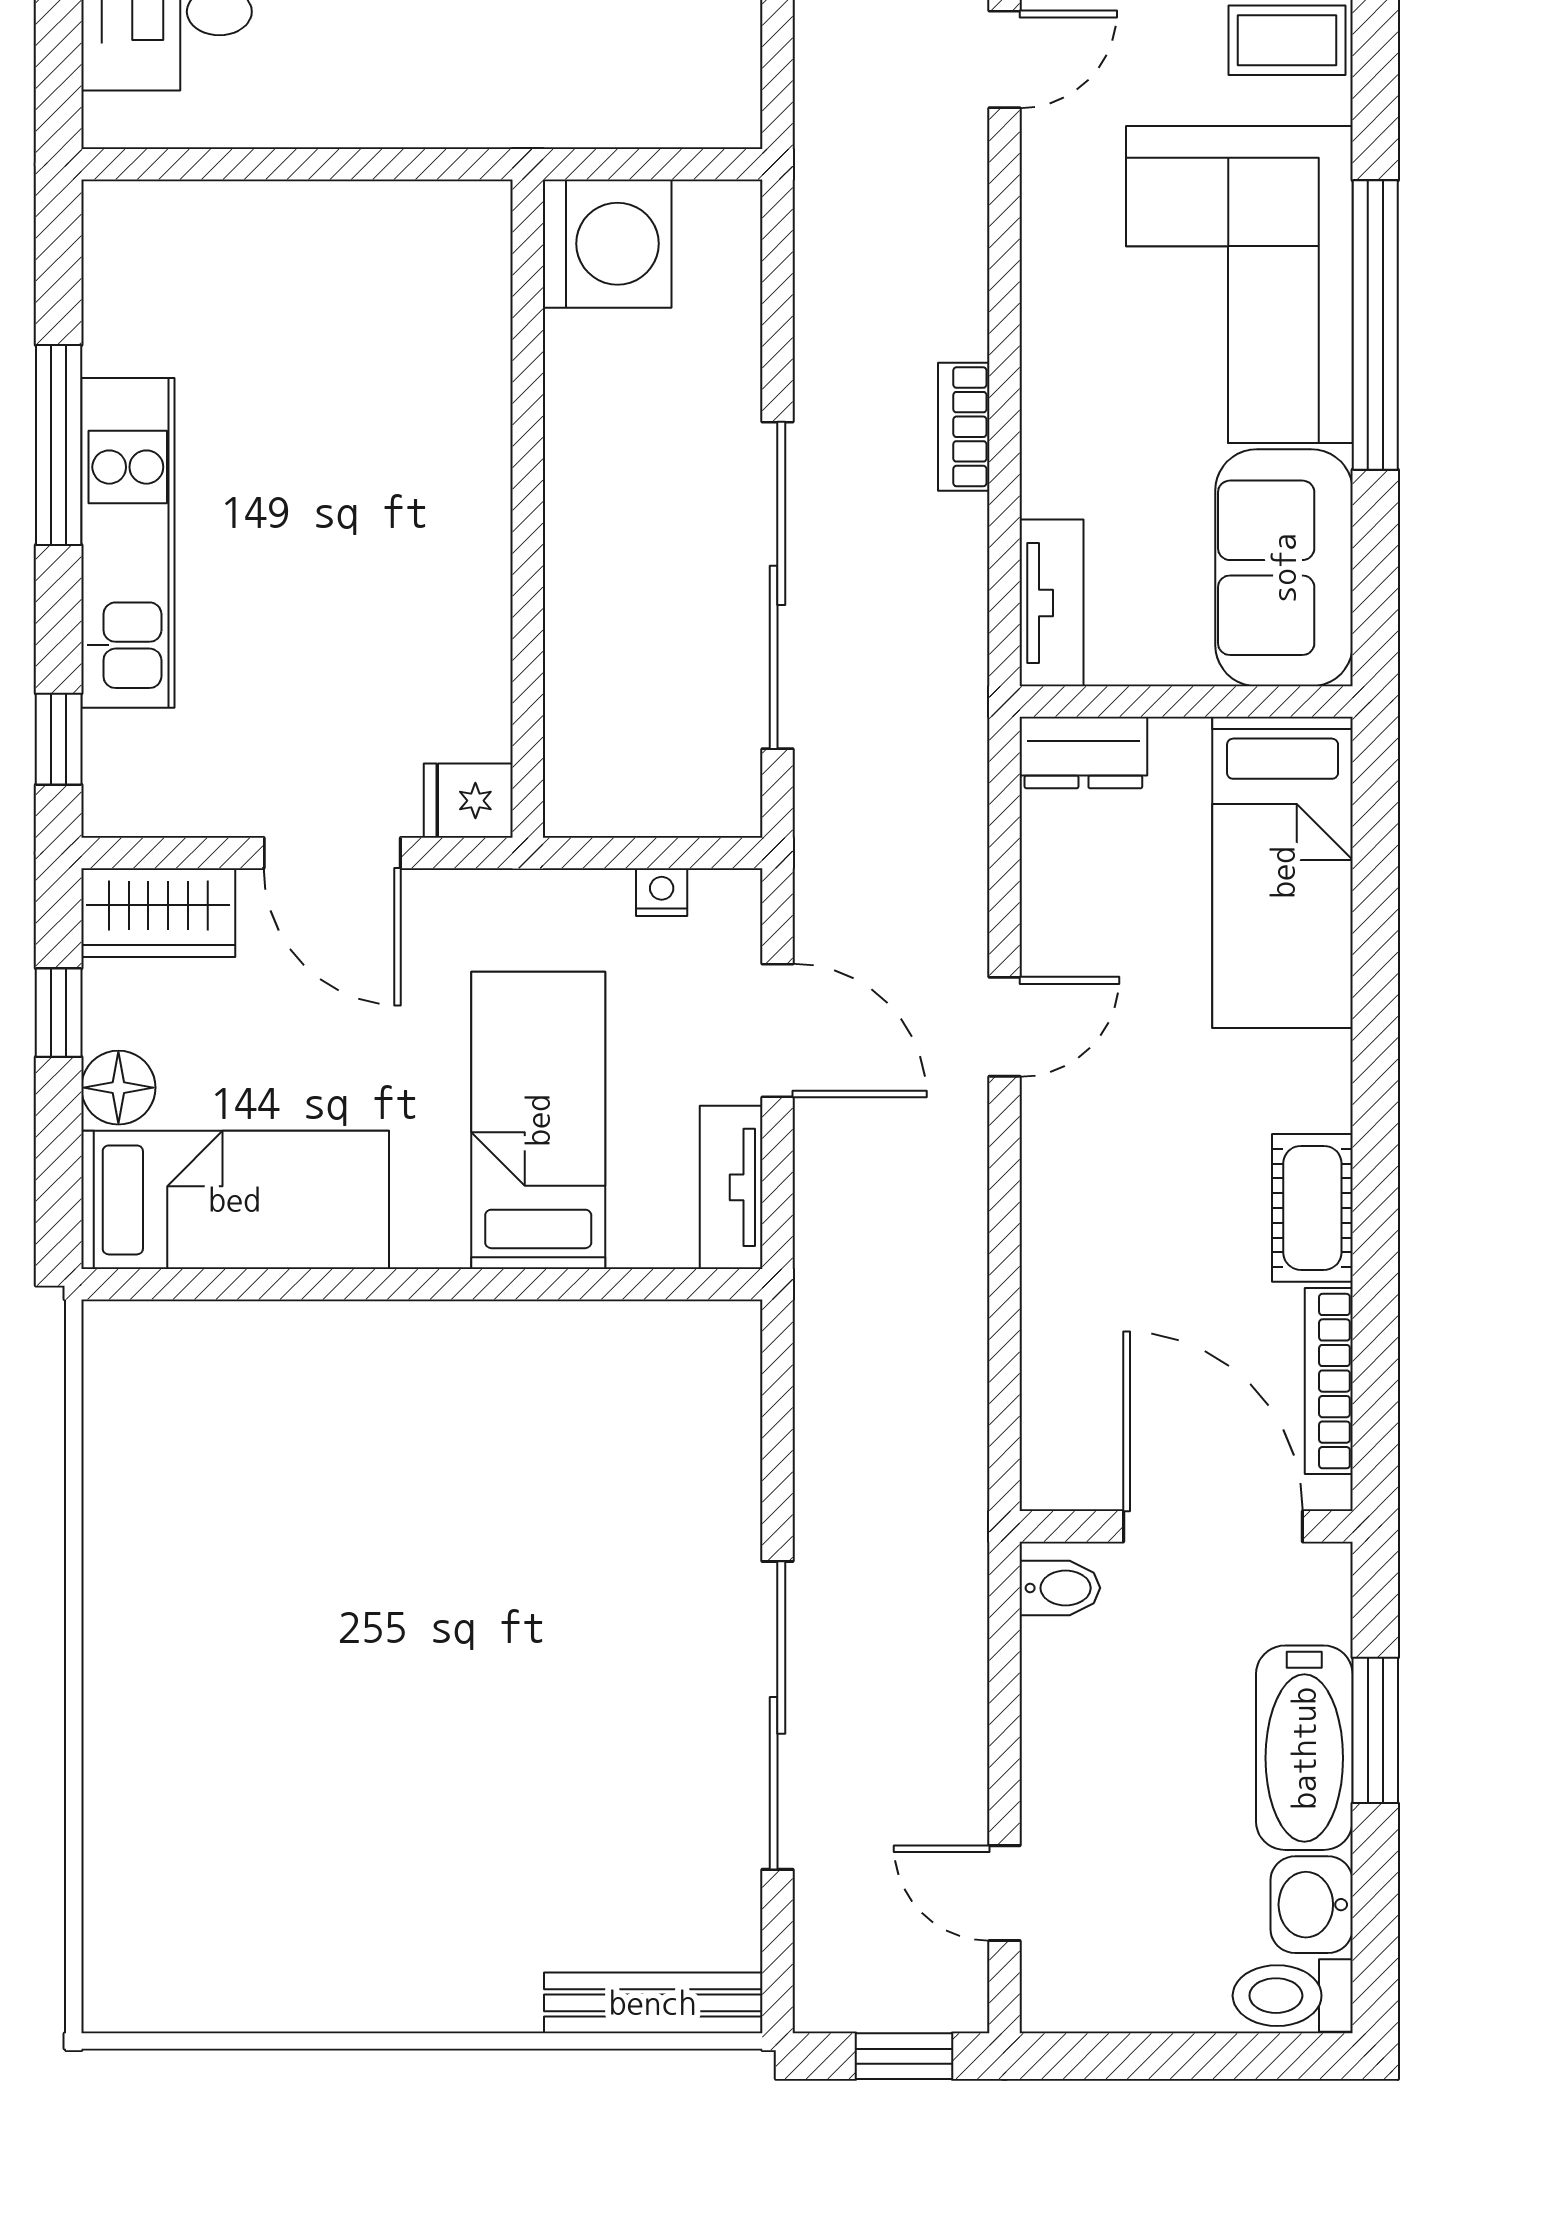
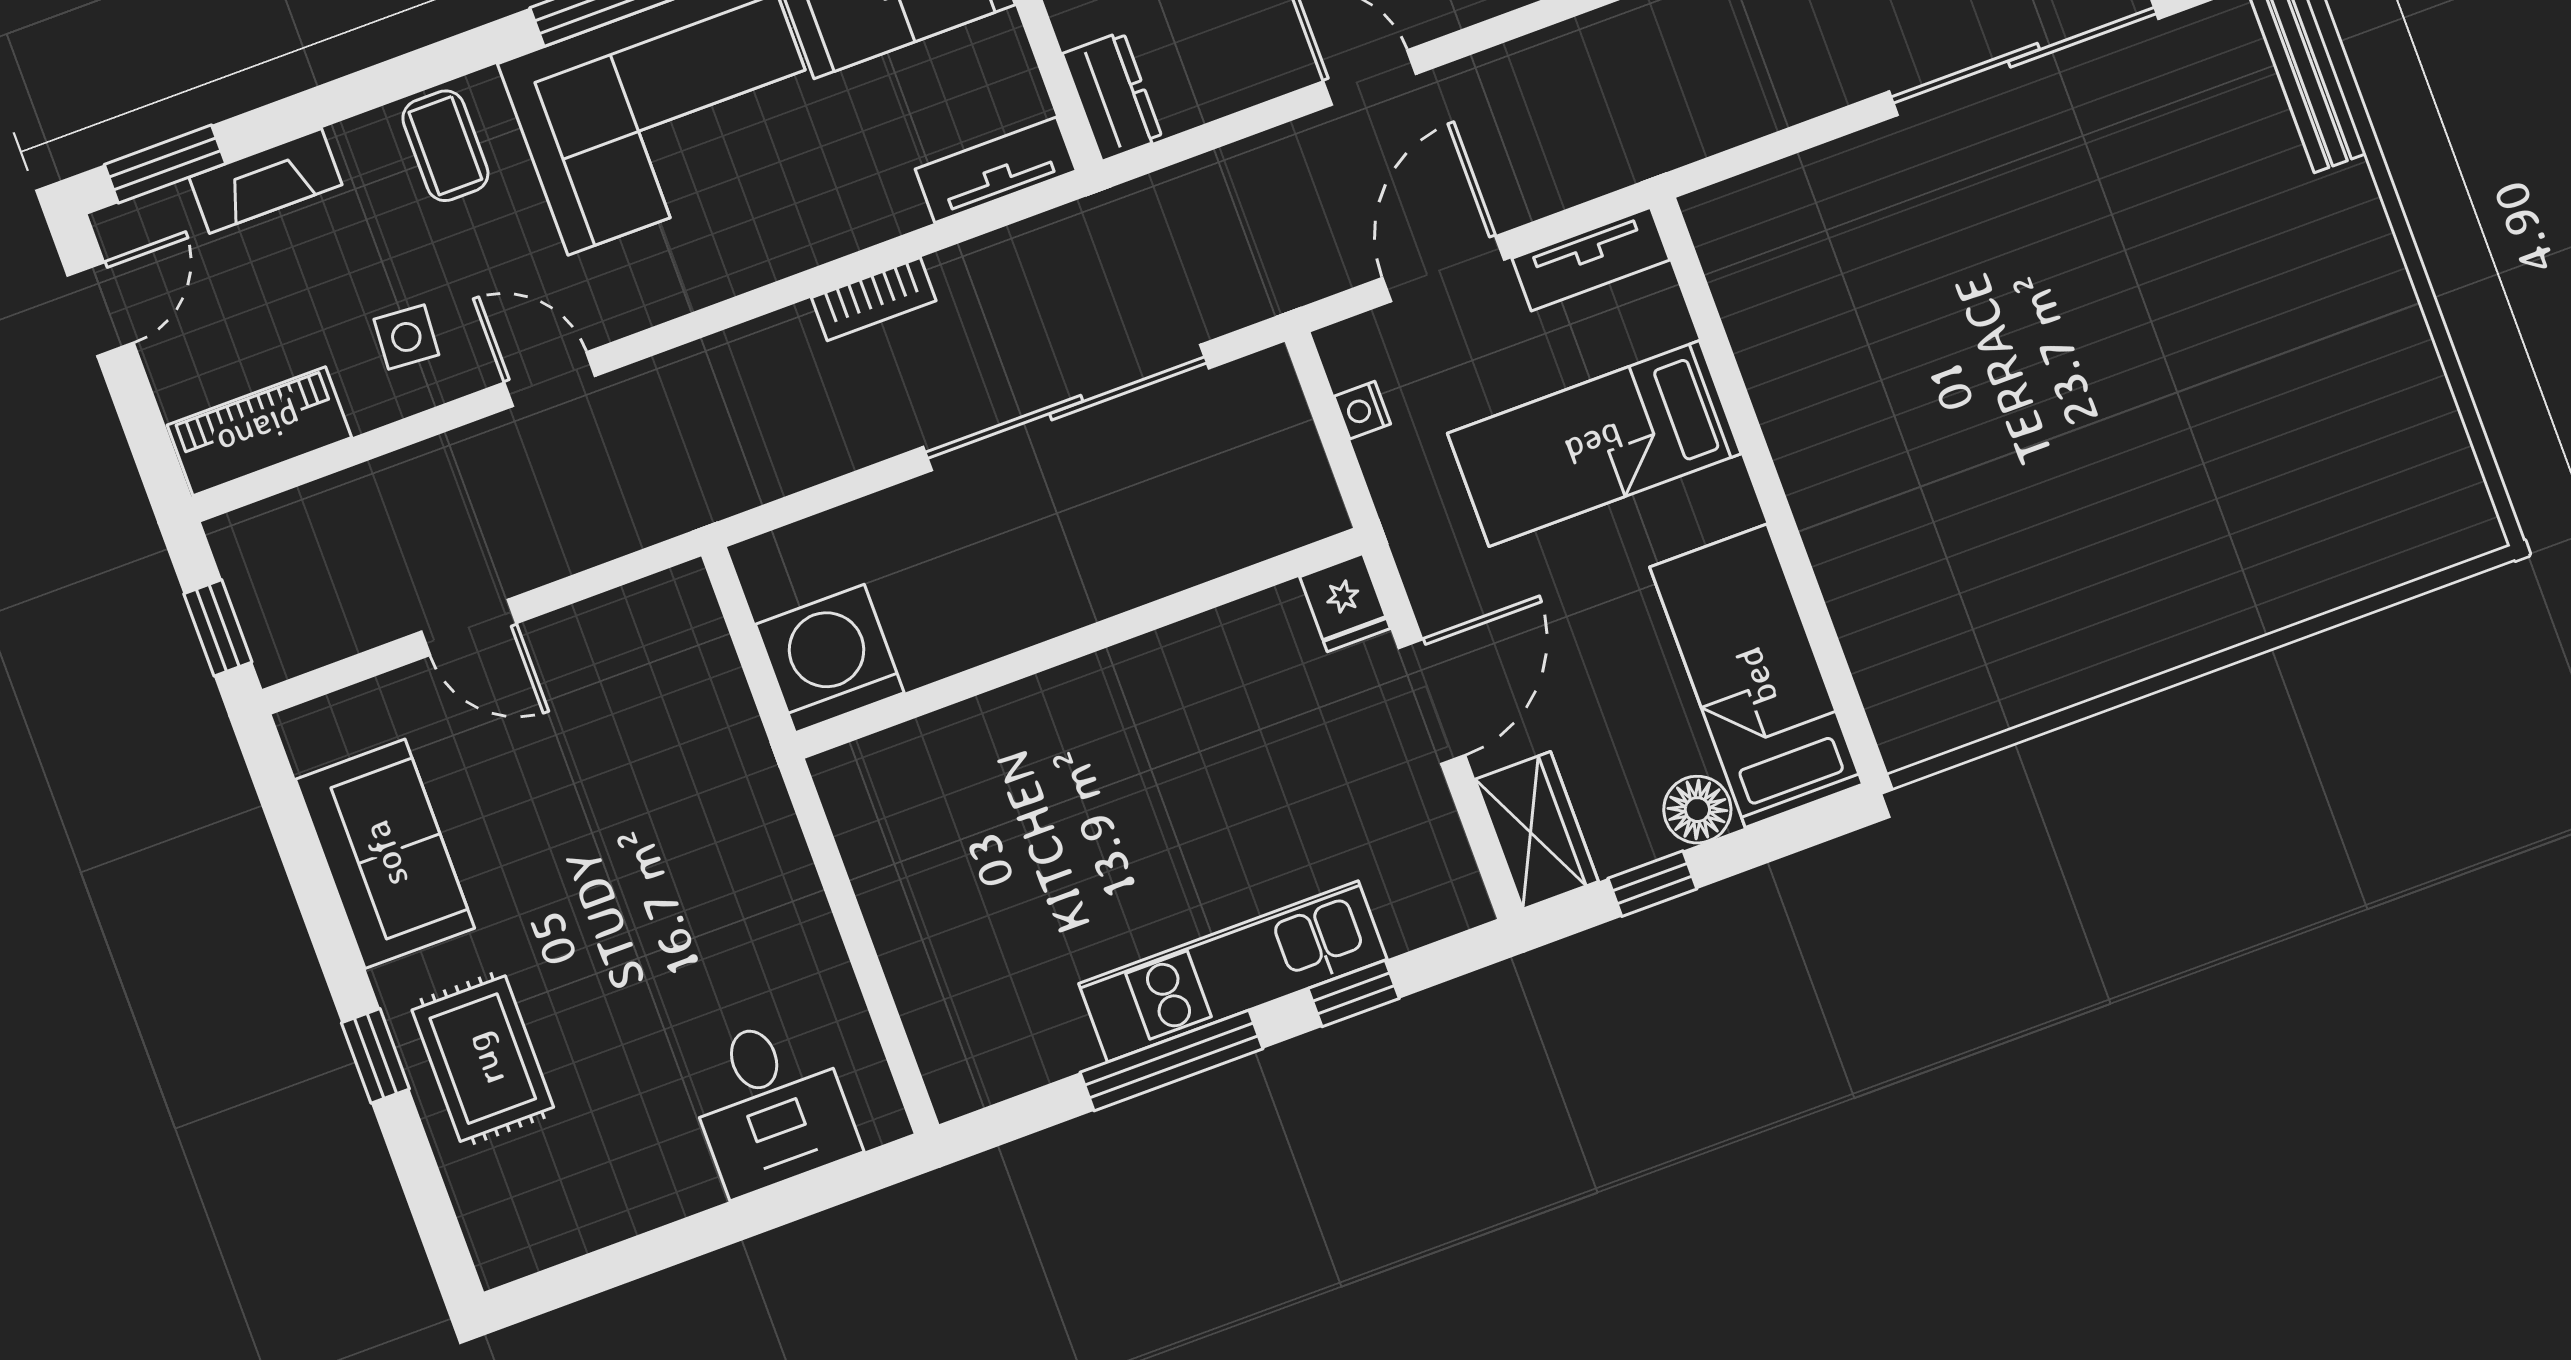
window: (59, 739) -> (1354, 994), moved

